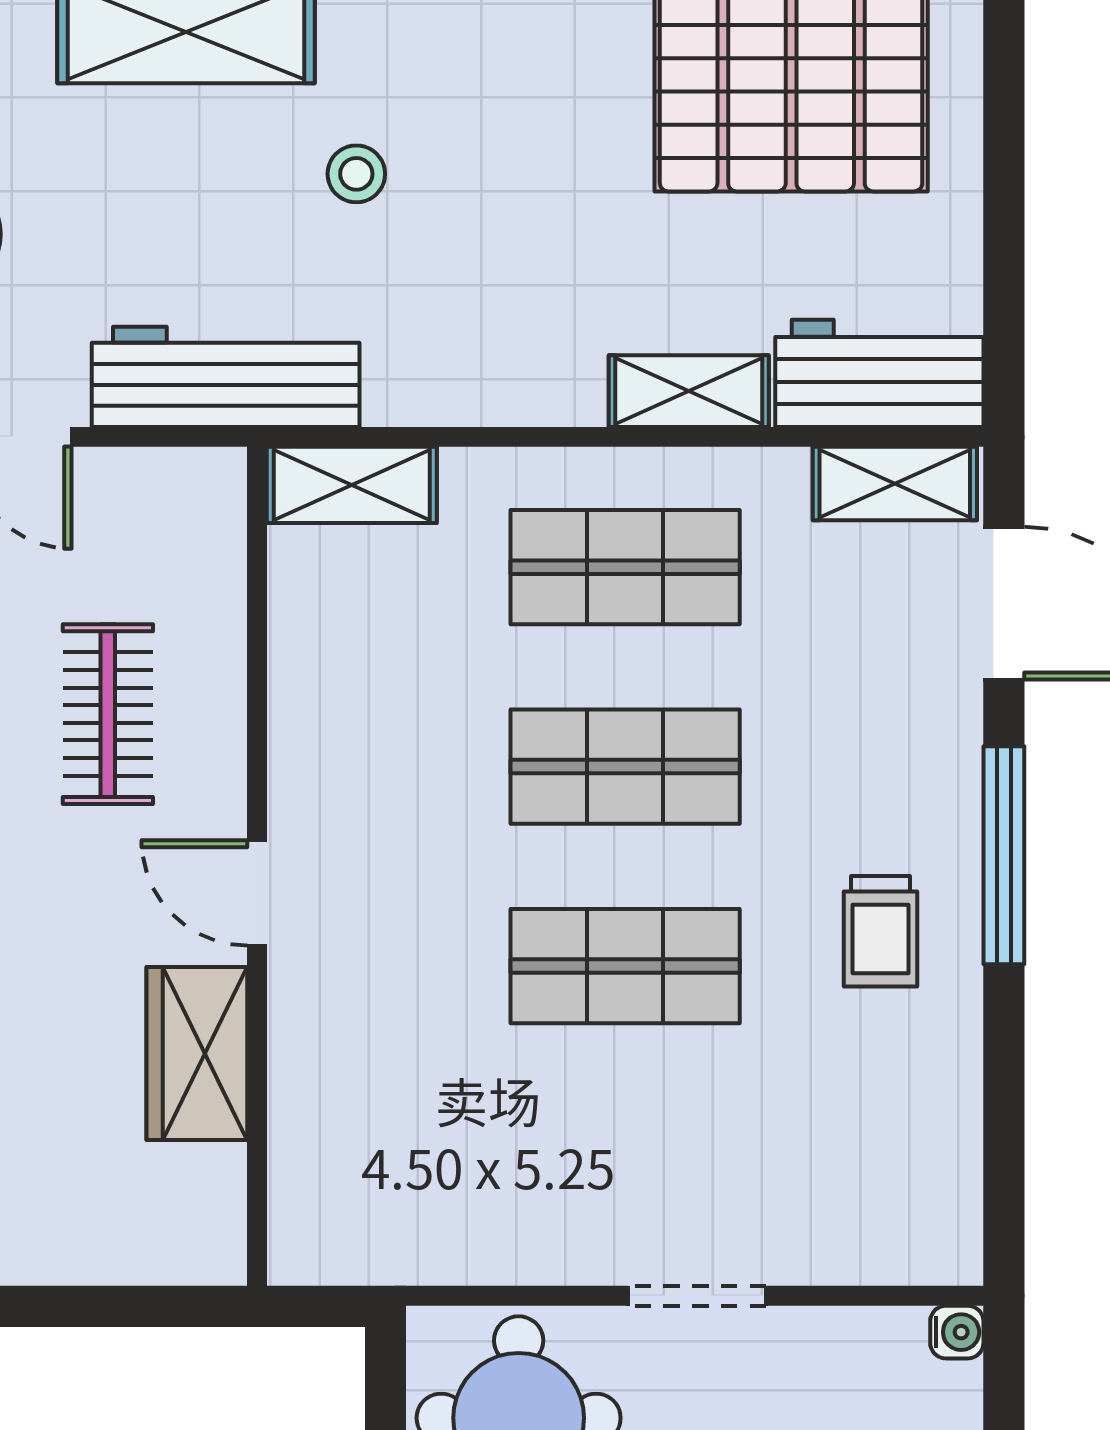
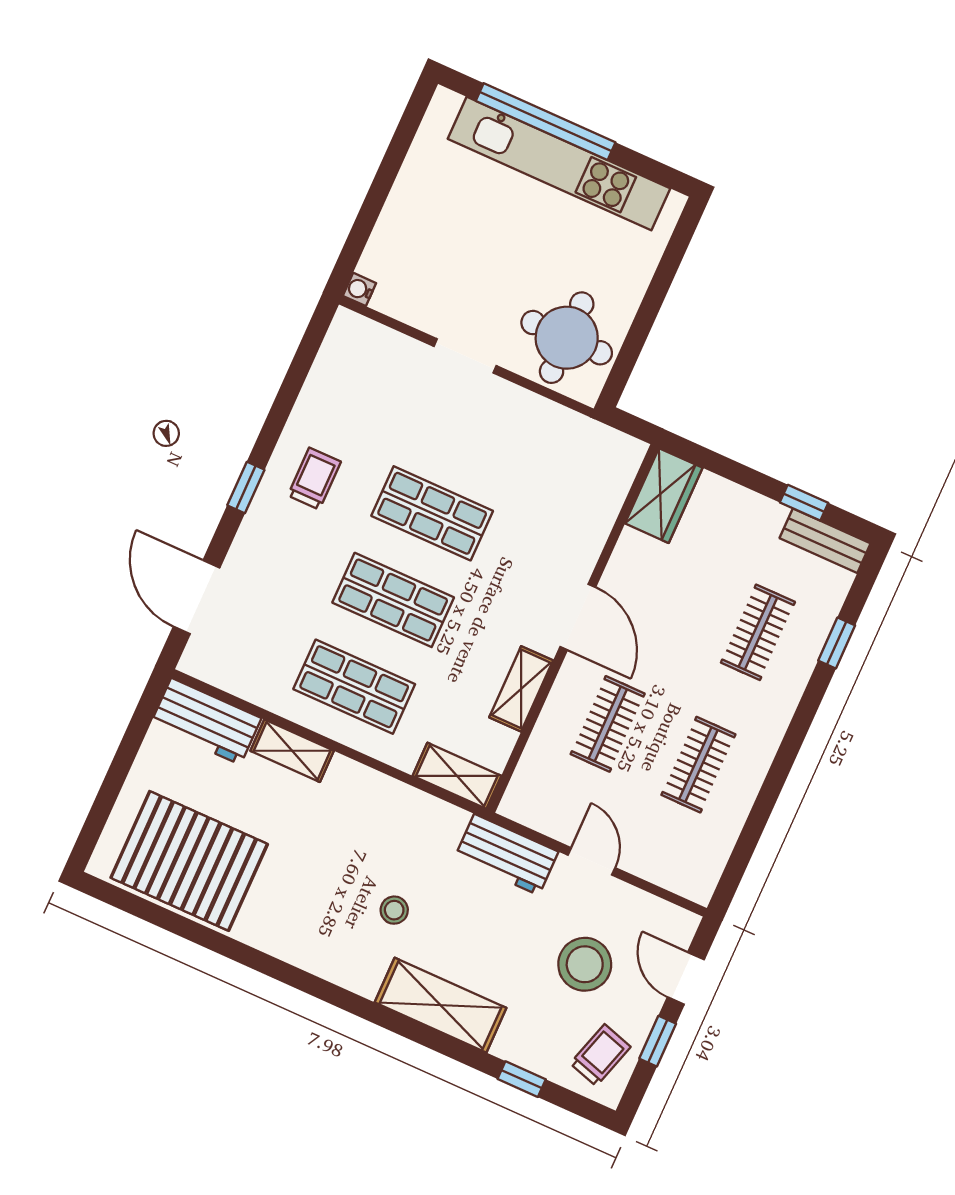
workbench: (226, 377) -> (507, 855), width x0.73
shelving: (895, 484) -> (521, 689), moved, turned 90
window: (1004, 855) -> (246, 487), width x0.46
door: (257, 893) -> (578, 617), width x1.38
wardrobe: (197, 1054) -> (664, 496), moved

